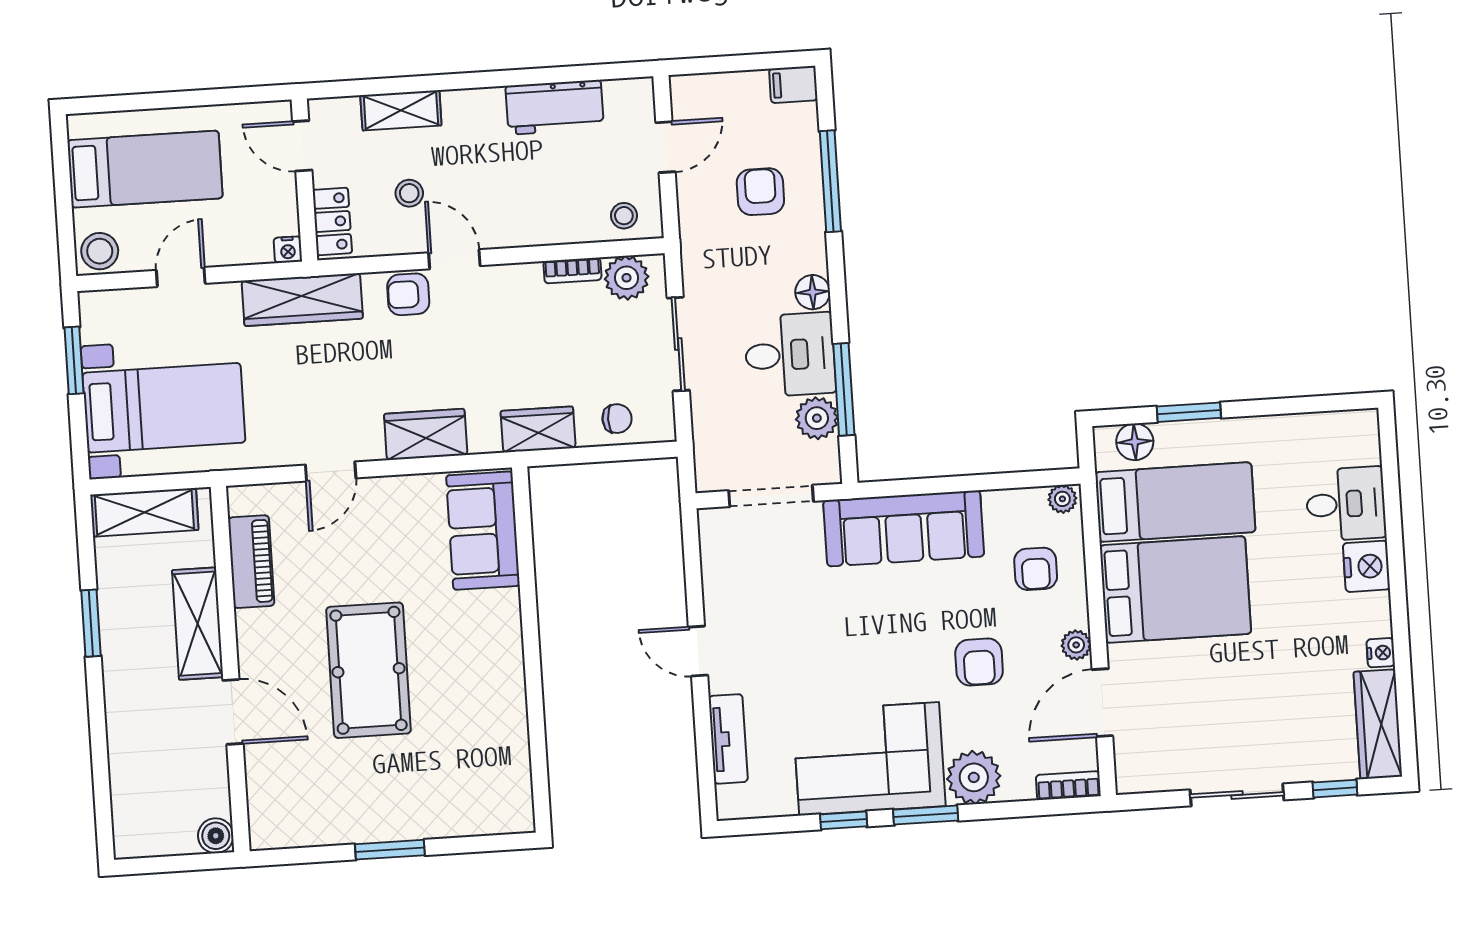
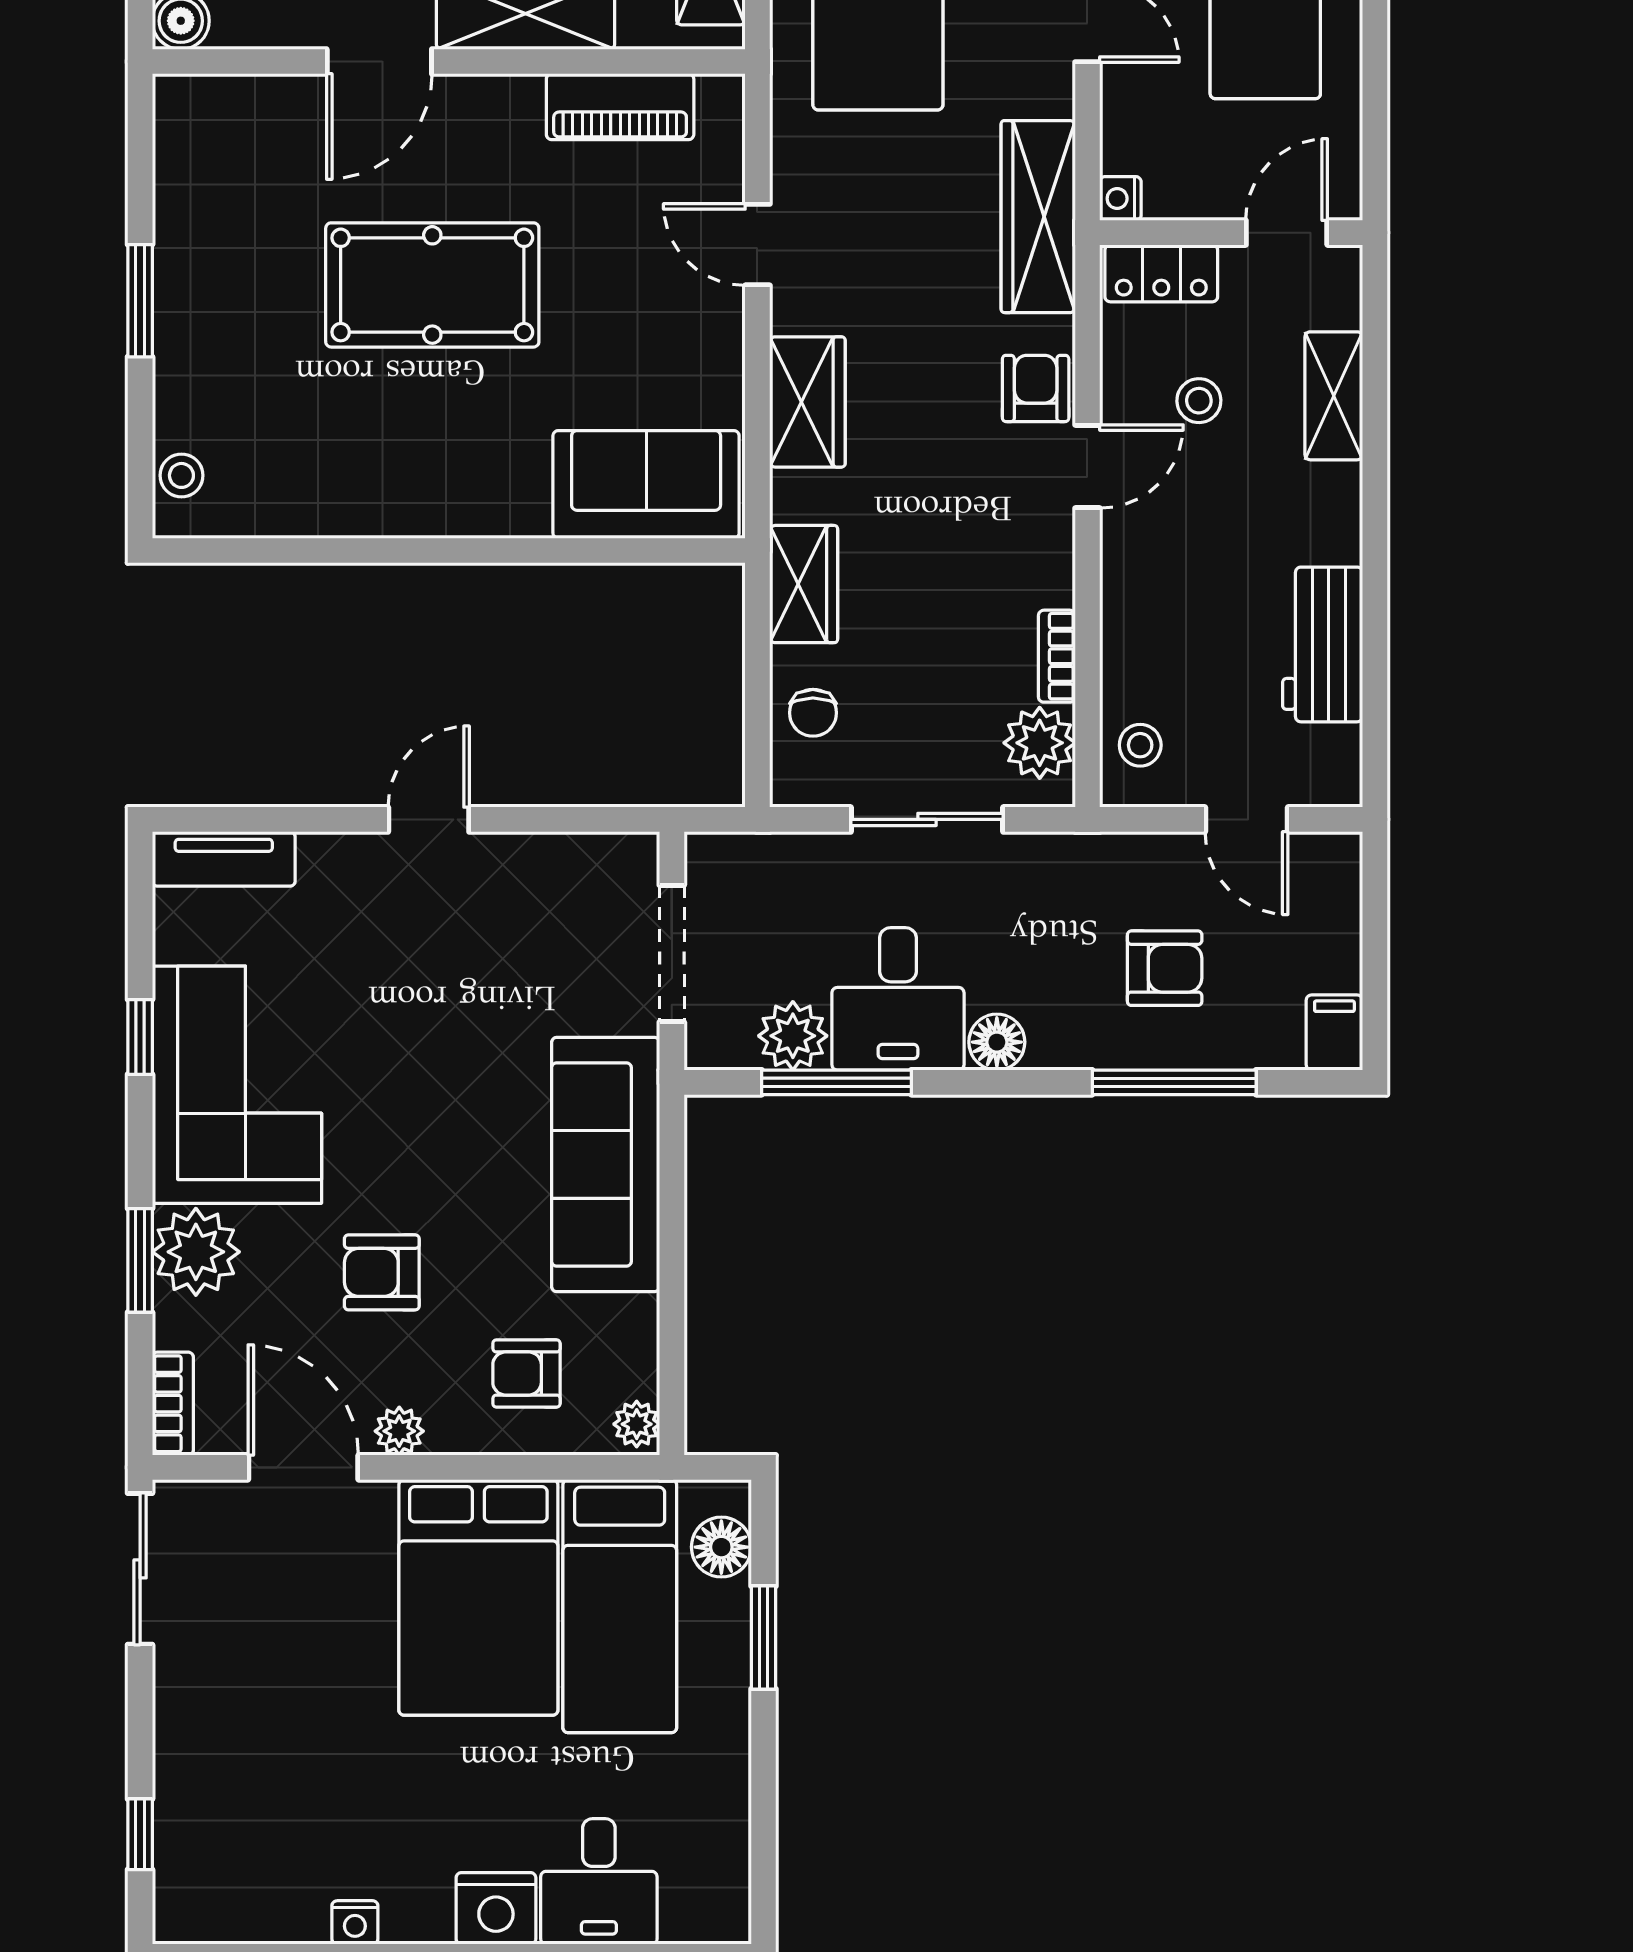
wardrobe: (1378, 724) -> (240, 1910), removed
tv unit: (728, 739) -> (224, 859), moved
sliding door: (1237, 795) -> (140, 1569), moved
window: (926, 815) -> (140, 1260), moved
stool: (496, 817) -> (181, 475), added

